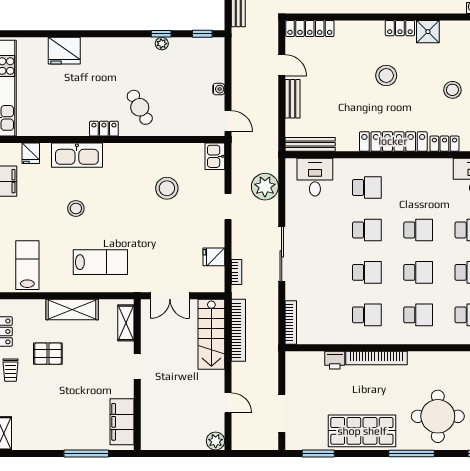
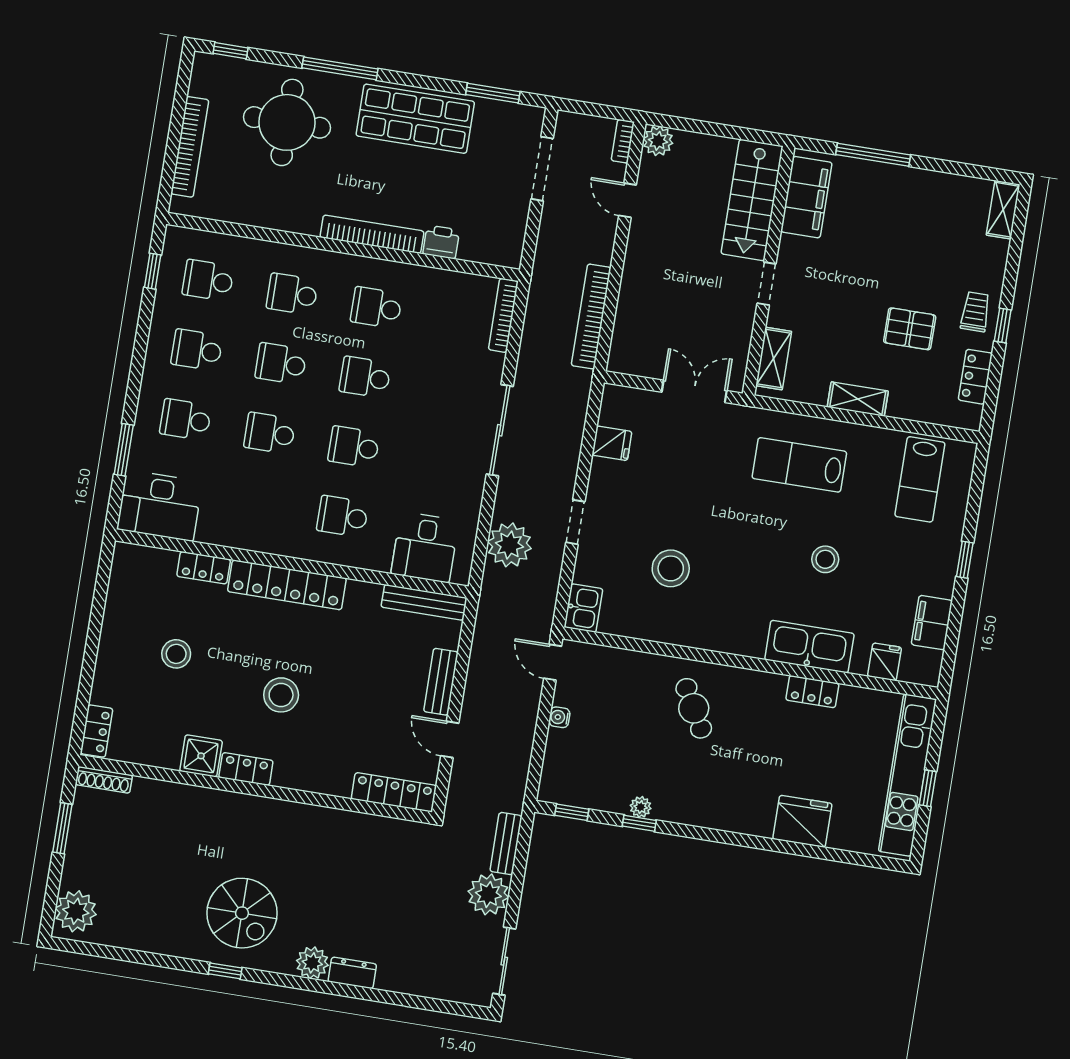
locker: (104, 129) -> (812, 692), moved
bookcase: (236, 272) -> (623, 141), moved
shelving: (72, 309) -> (858, 399), width x0.67, depth x0.75
stairs: (211, 334) -> (752, 200), moved, turned 180

